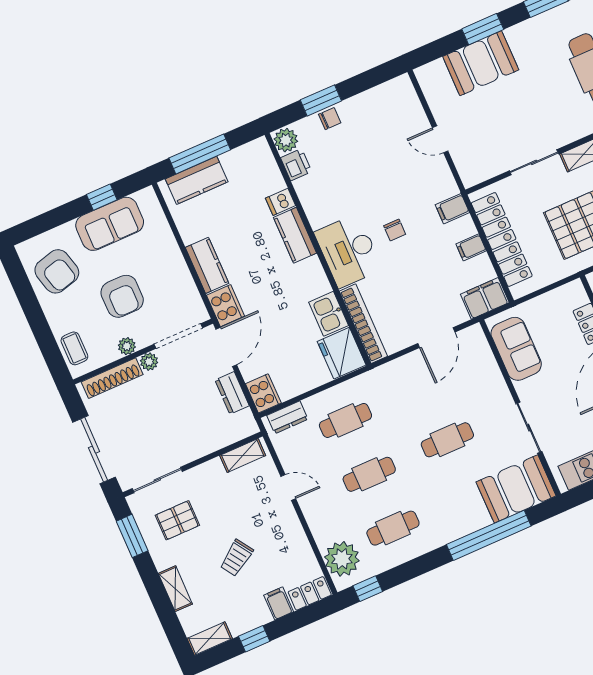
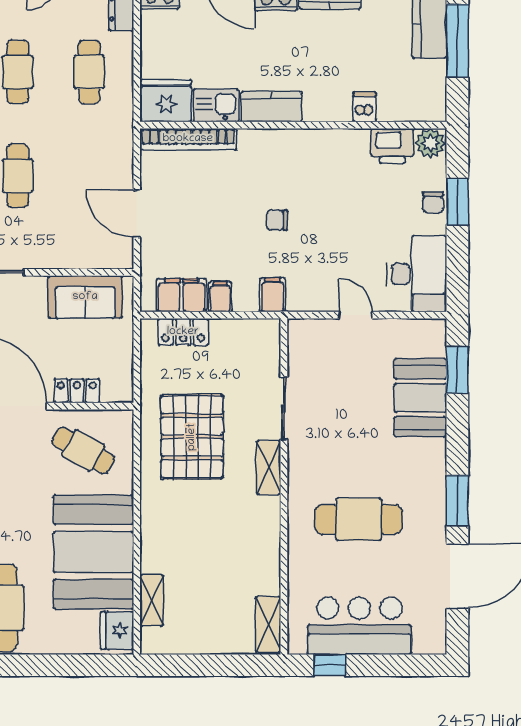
window: (483, 29) -> (457, 370), moved
door: (440, 139) -> (356, 315), hinge flipped
printer: (296, 165) -> (392, 146), width x1.36, depth x1.24
kitchen counter: (295, 235) -> (272, 107), moved
locker: (502, 239) -> (183, 332), width x0.46, depth x0.83
desk: (348, 251) -> (417, 274), moved, turned 90
filing cabinet: (485, 298) -> (181, 295), moved, turned -90

